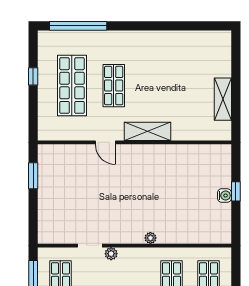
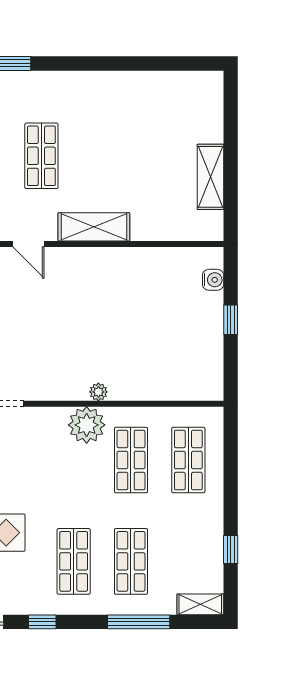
water cooler: (224, 195) -> (213, 280), moved
plant: (111, 254) -> (87, 425), moved, width x1.87, depth x1.87

